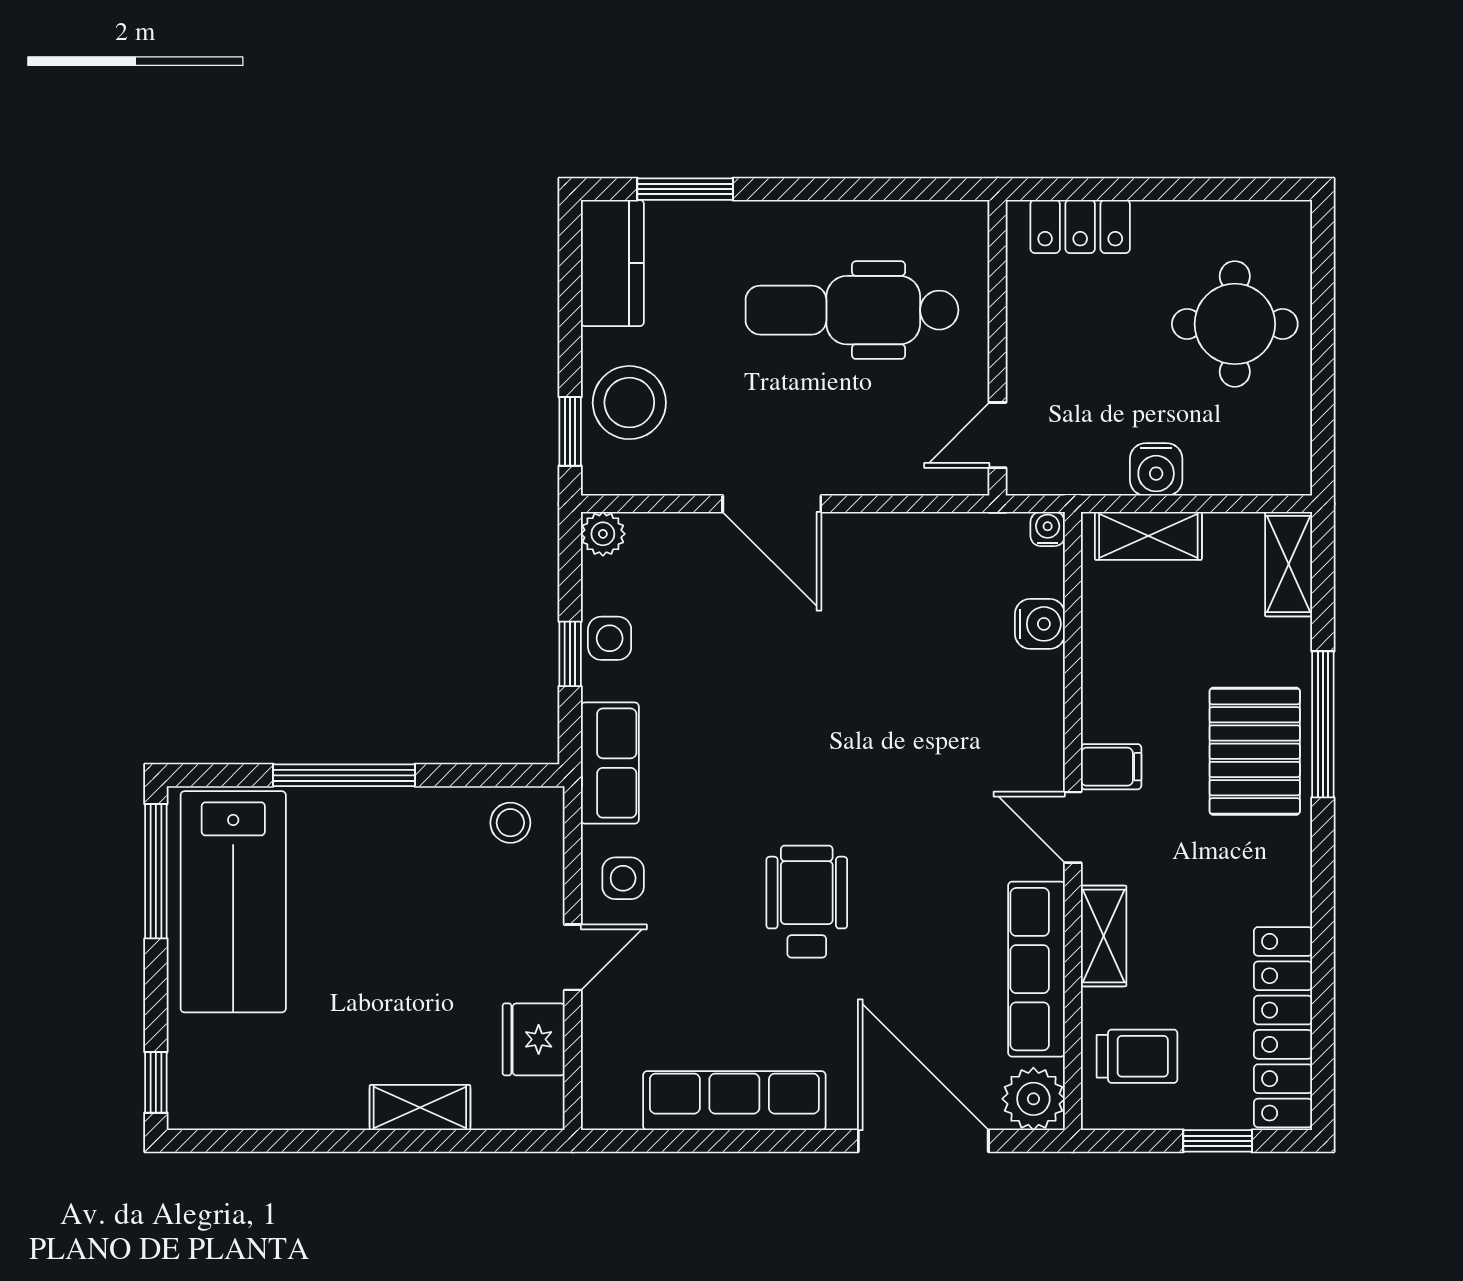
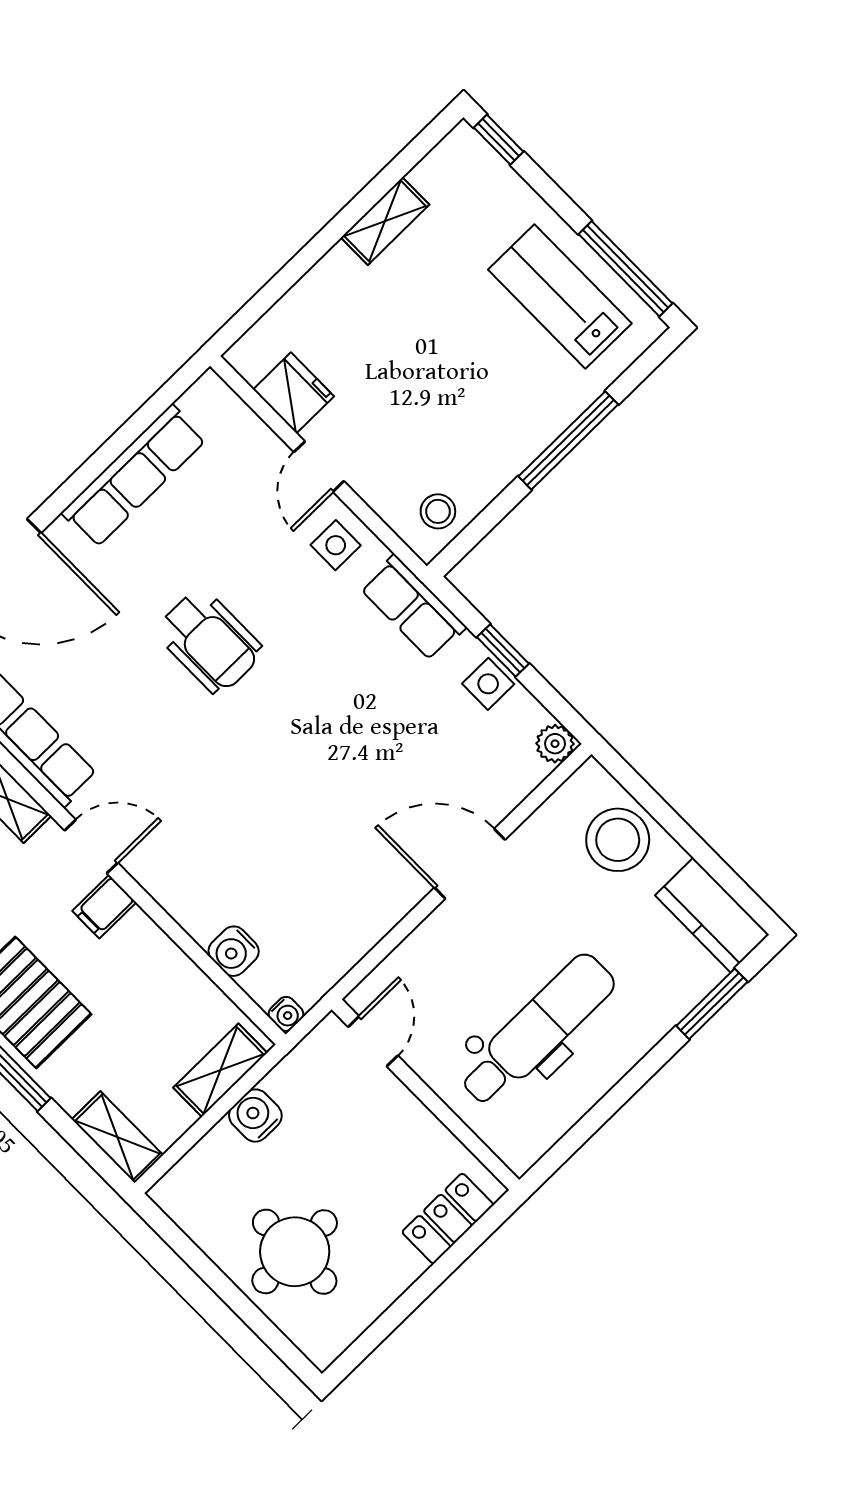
window: (570, 431) -> (637, 787), removed
lab bench: (233, 902) -> (560, 296), width x0.73, depth x0.72
shelving: (420, 1108) -> (385, 221), moved

